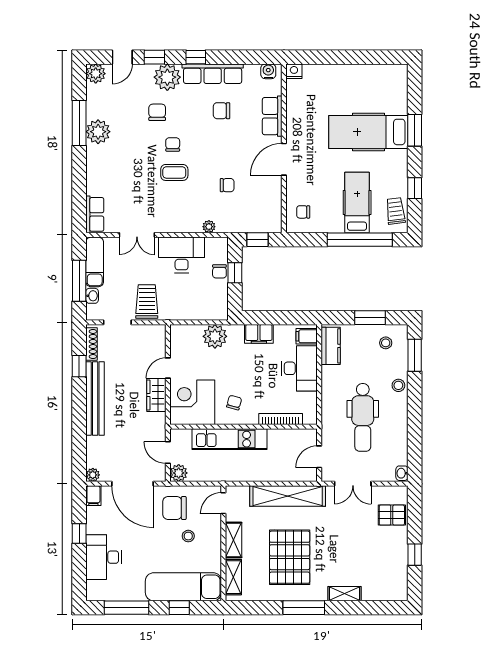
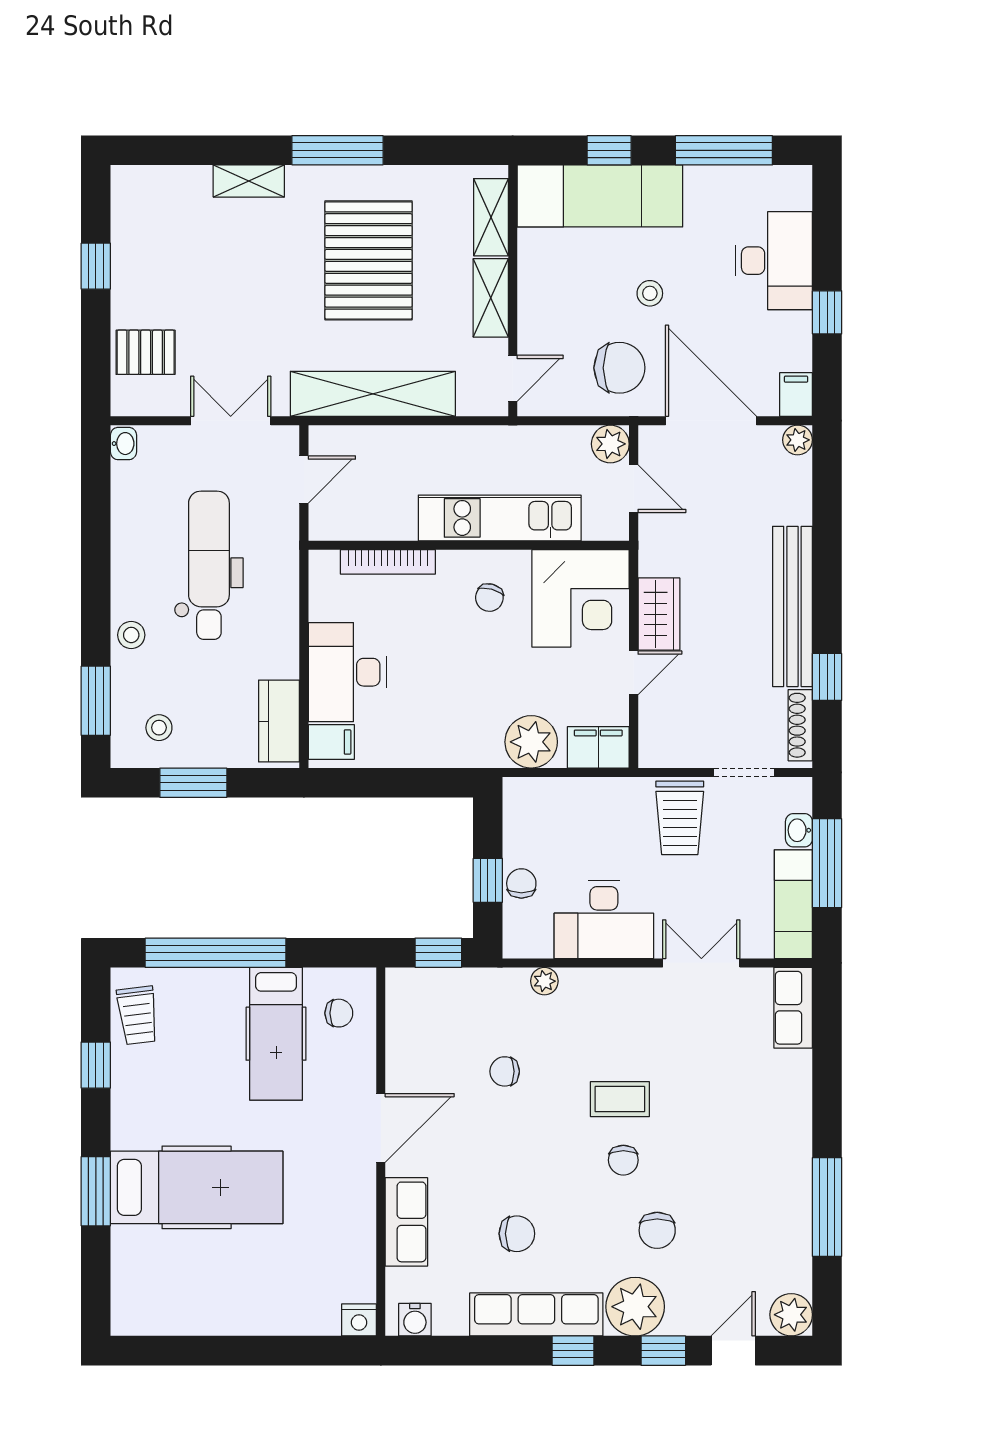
plant: (98, 132) -> (786, 1188), removed
hospital bed: (357, 202) -> (276, 1034), moved
filing cabinet: (259, 334) -> (598, 747), moved
stool: (188, 536) -> (650, 293), moved

